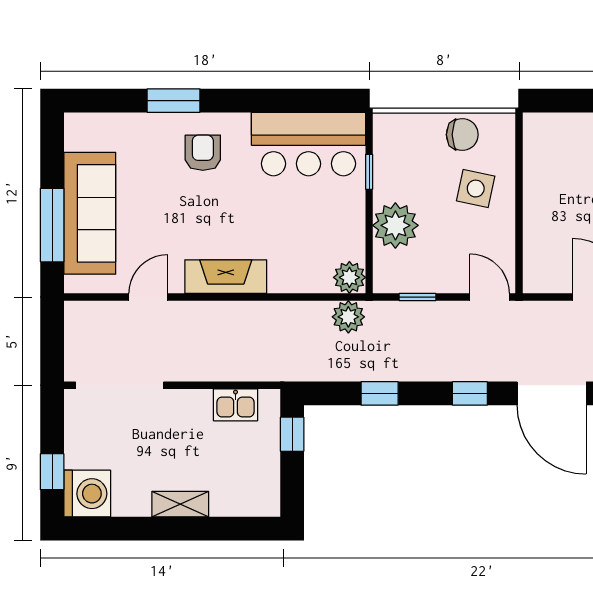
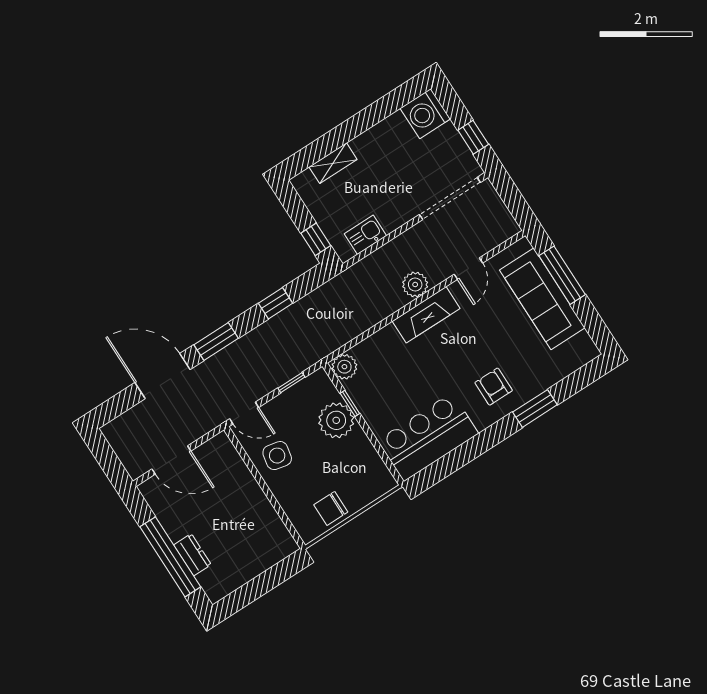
armchair: (203, 153) -> (494, 387), turned 180
window: (369, 172) -> (350, 403), moved
side table: (476, 189) -> (277, 456), moved
plant: (348, 317) -> (415, 284), moved
window: (470, 393) -> (216, 341), width x1.50
window: (52, 472) -> (473, 137), moved
shelving: (180, 504) -> (333, 163), moved

